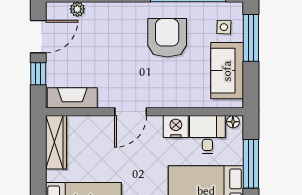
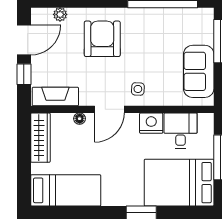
side table: (224, 27) -> (138, 89), moved
armchair: (167, 38) -> (102, 39), moved
floor lamp: (233, 122) -> (80, 119), moved

